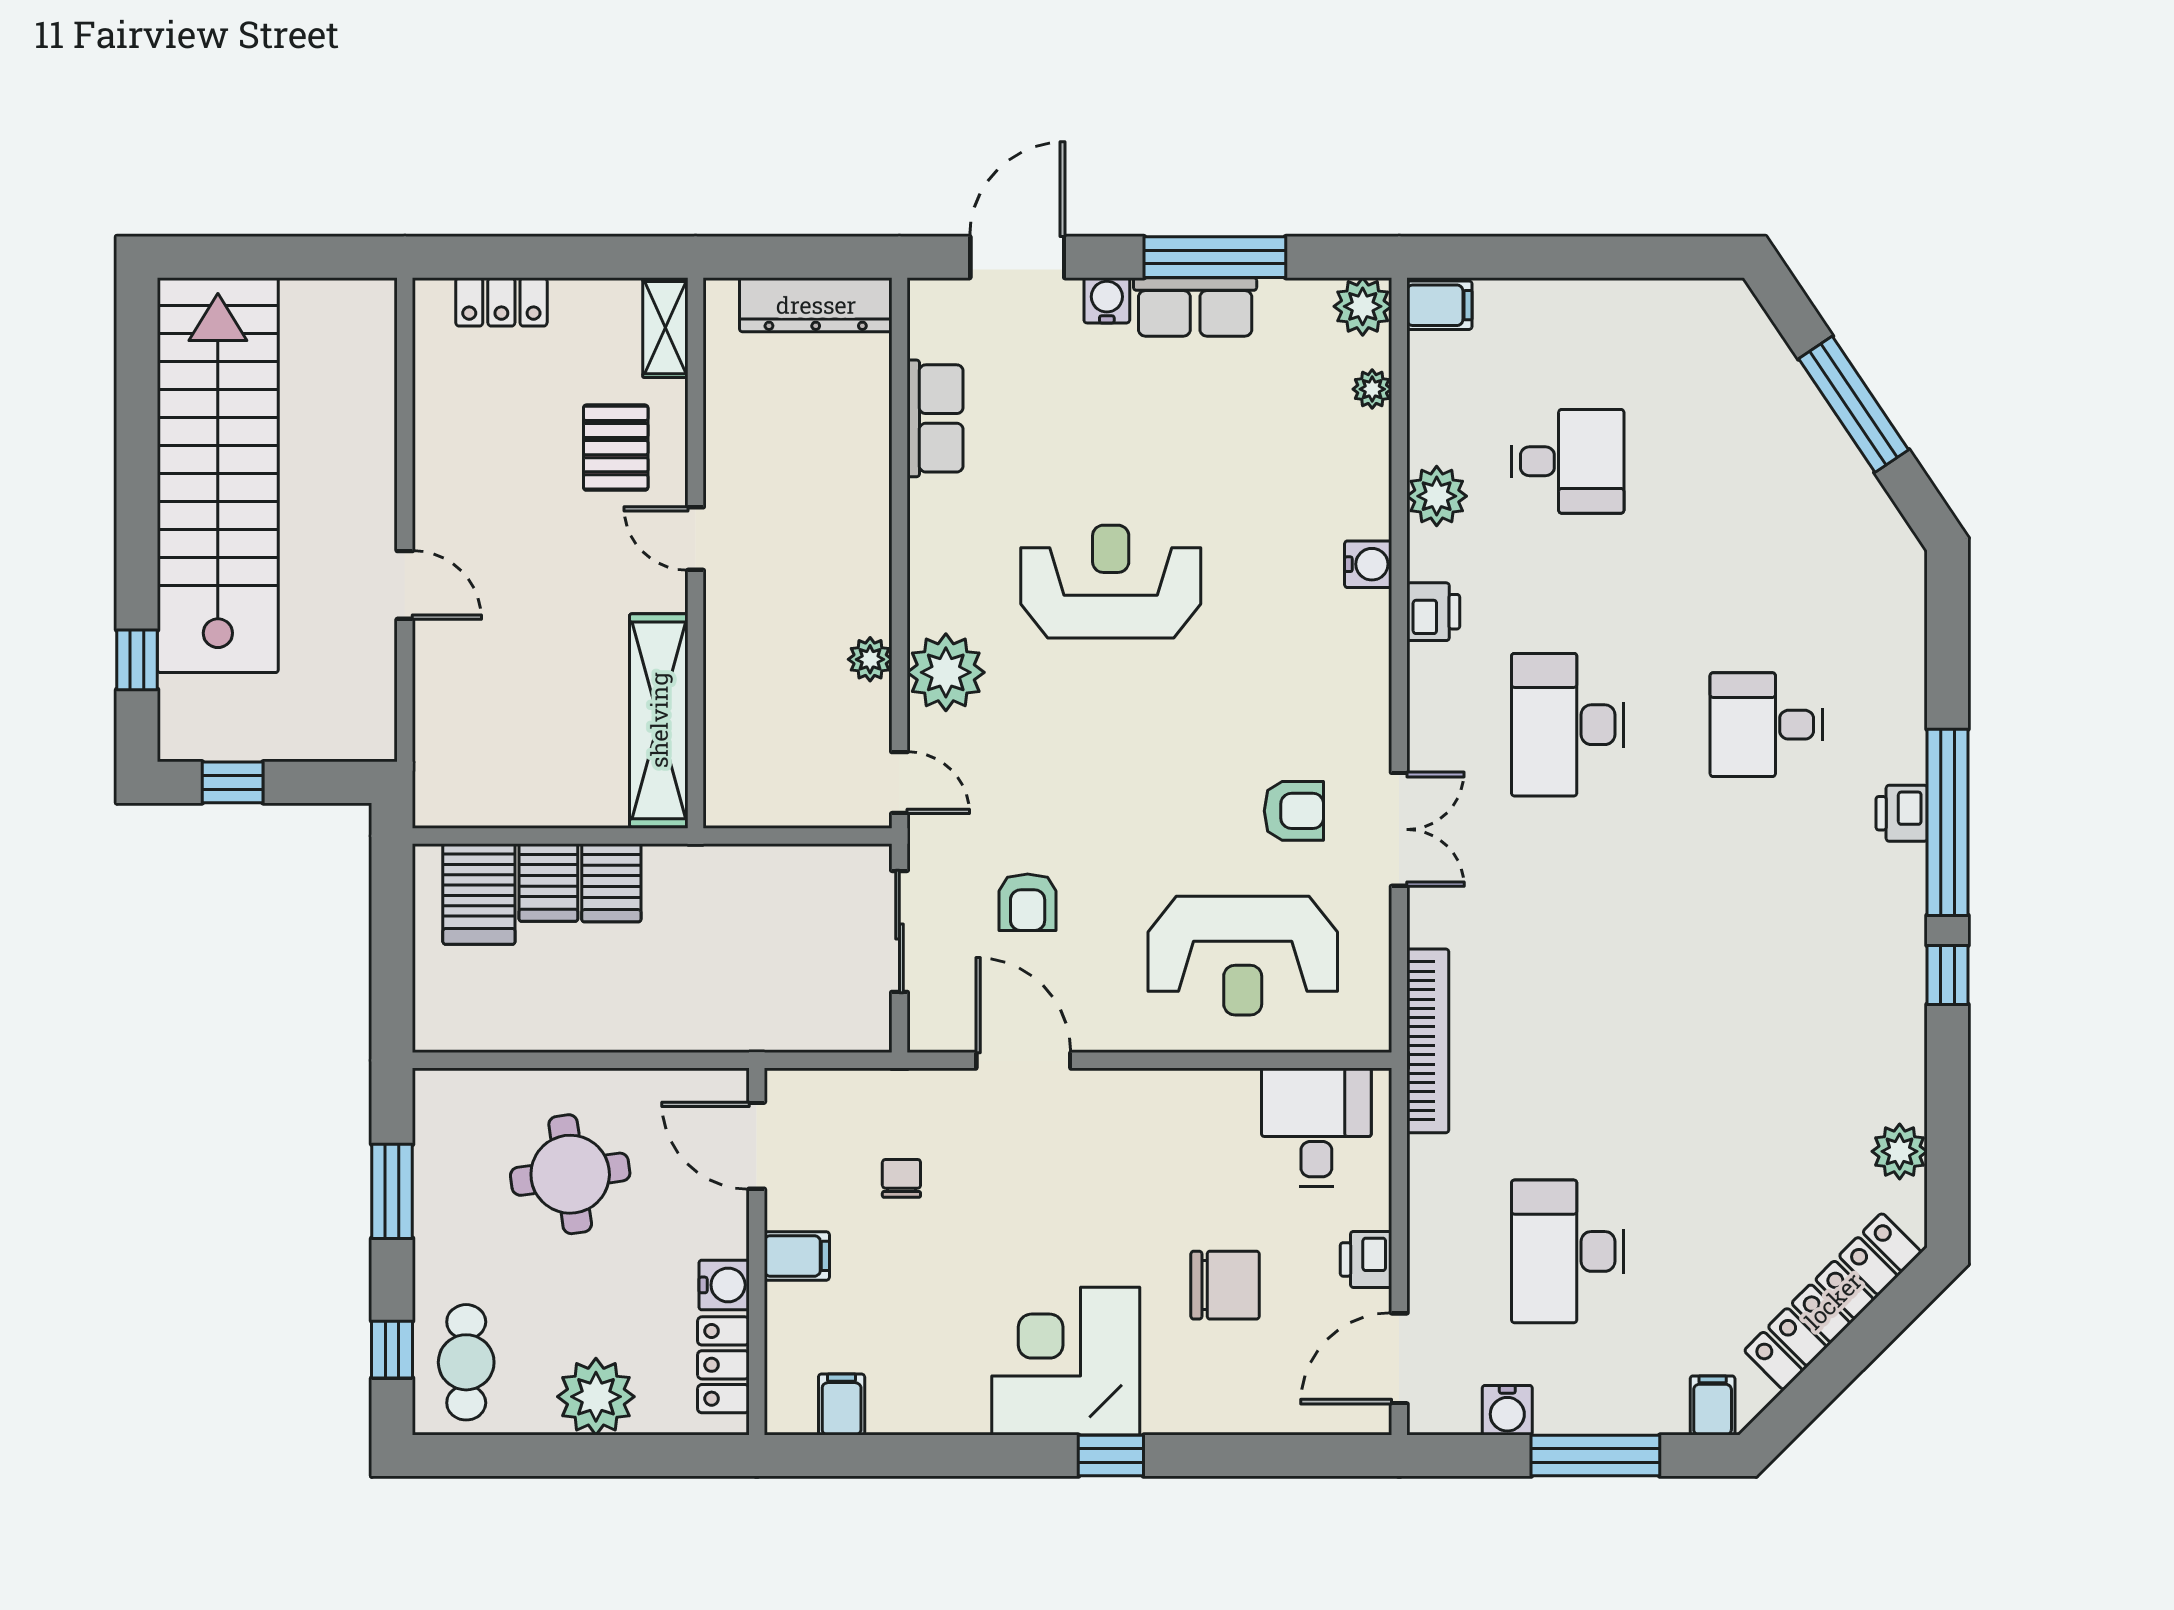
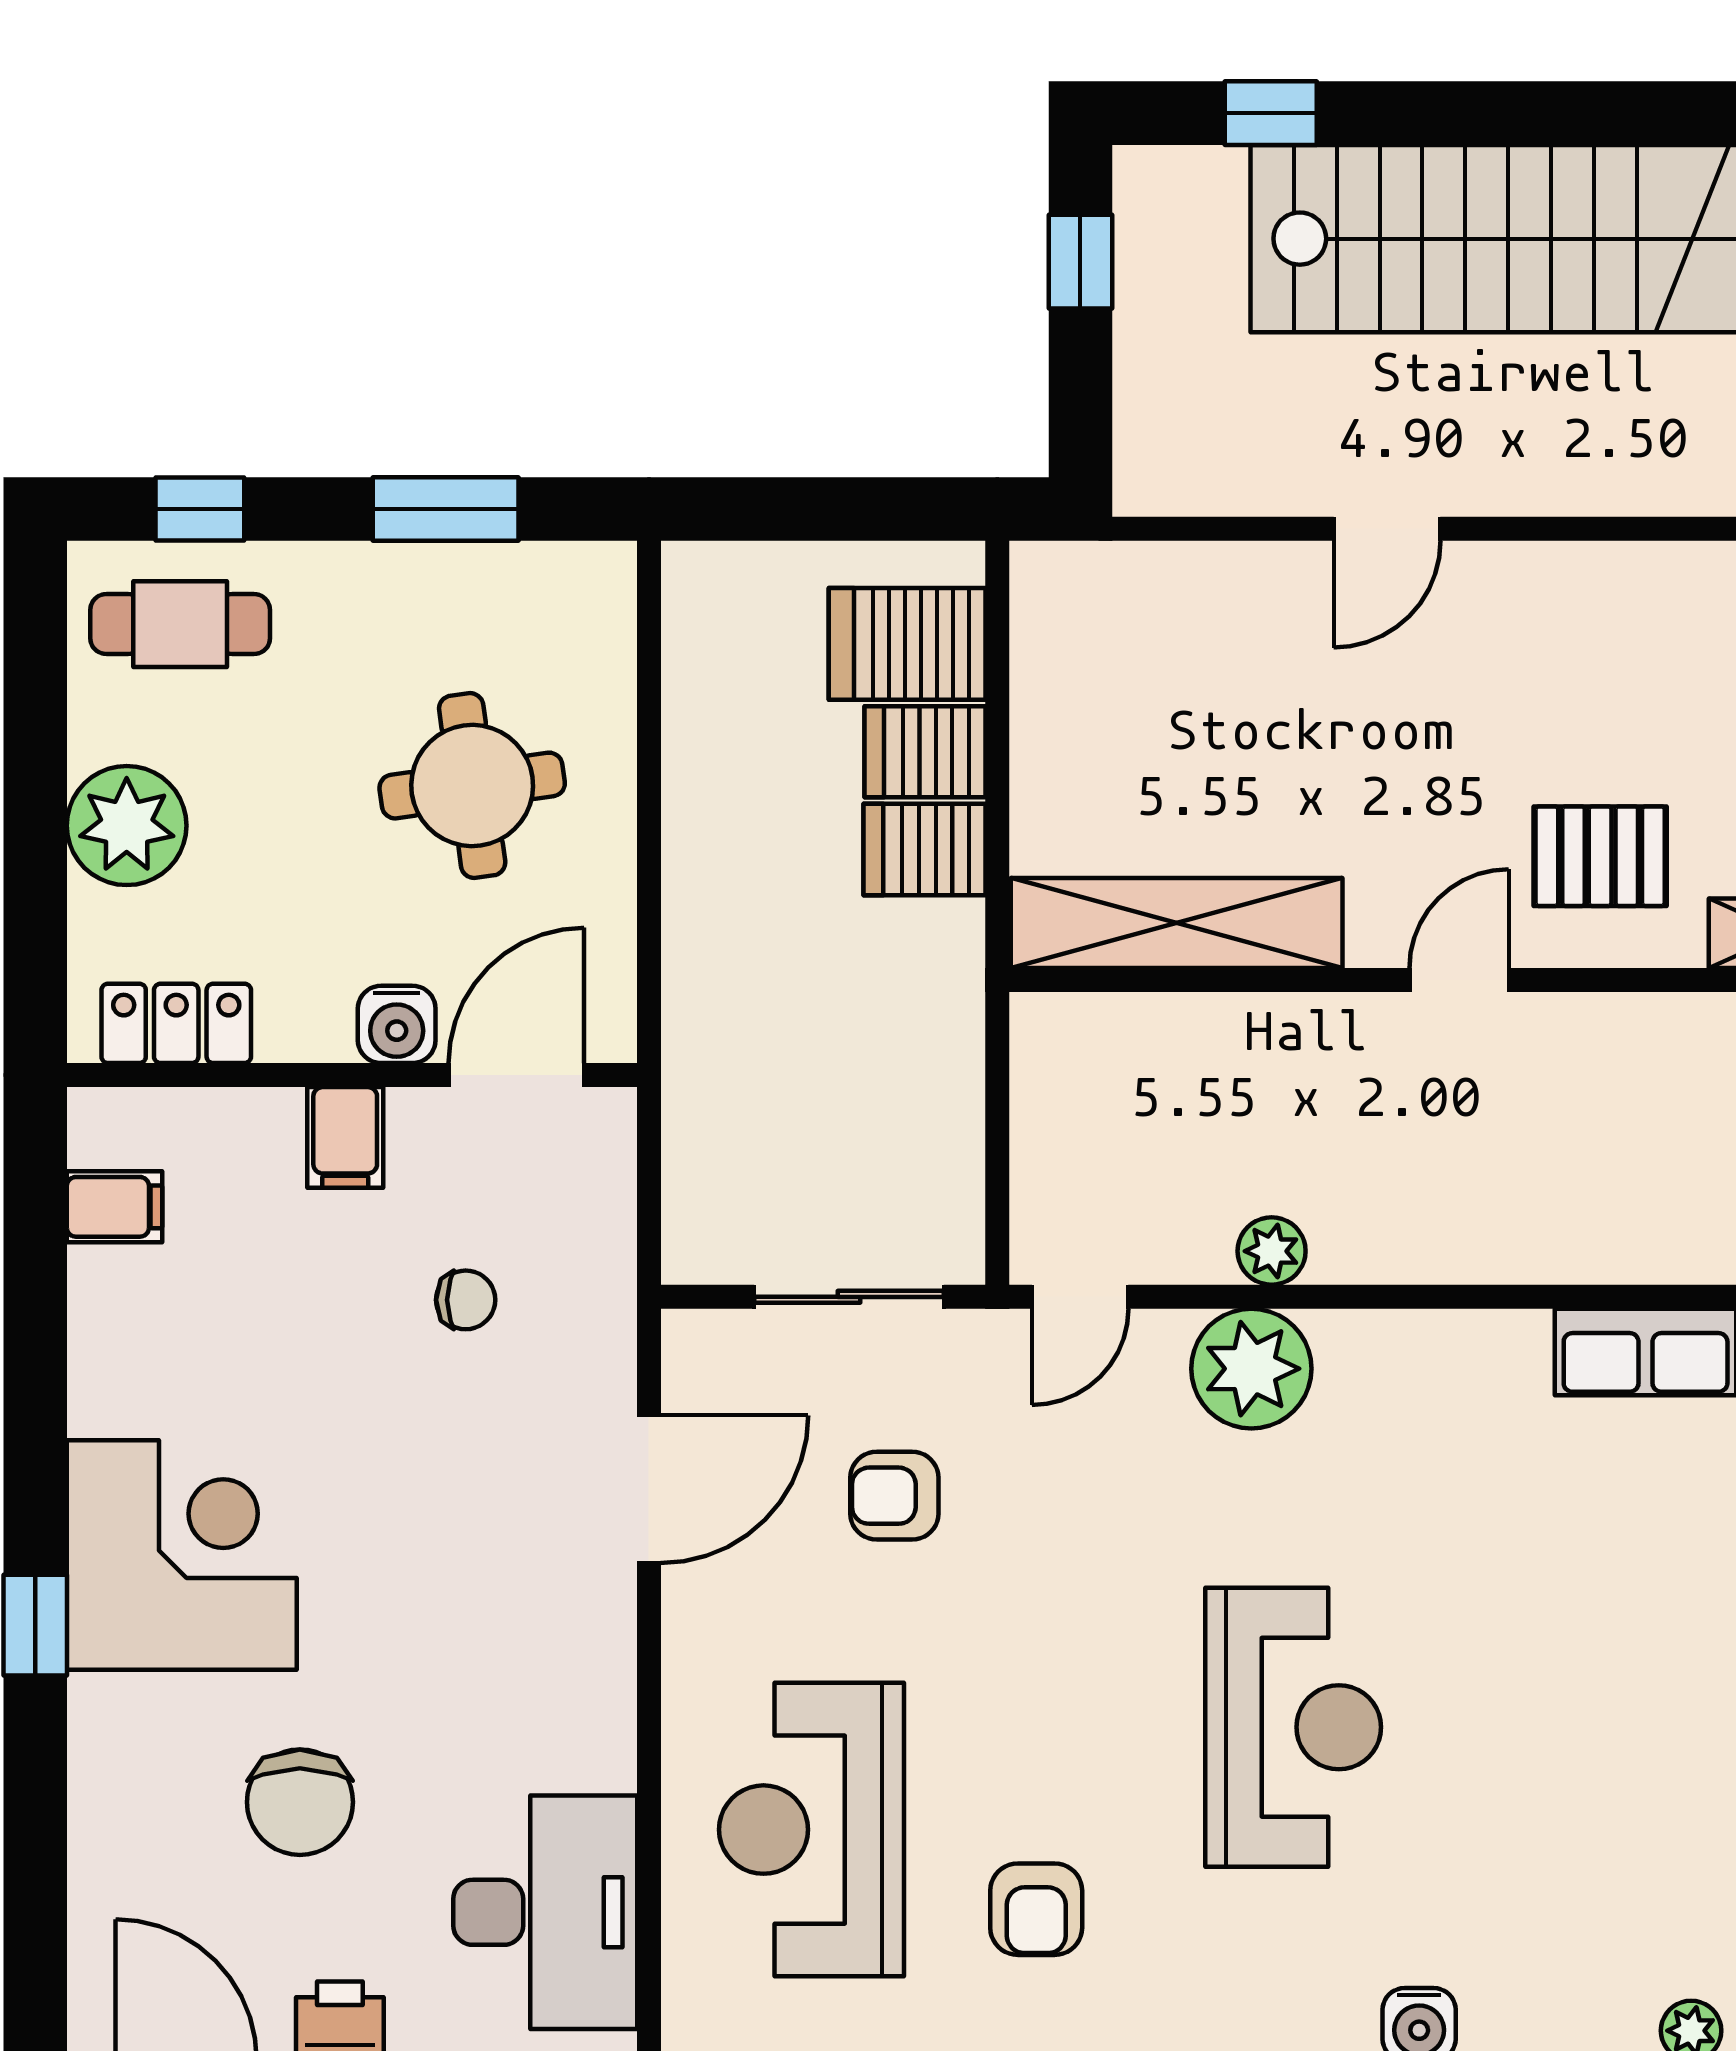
reception desk: (1111, 582) -> (1293, 1727), moved
desk: (1316, 1127) -> (545, 1912), width x1.37
water cooler: (724, 1285) -> (397, 1024), moved

